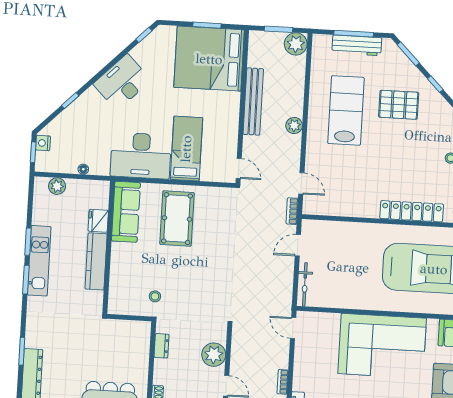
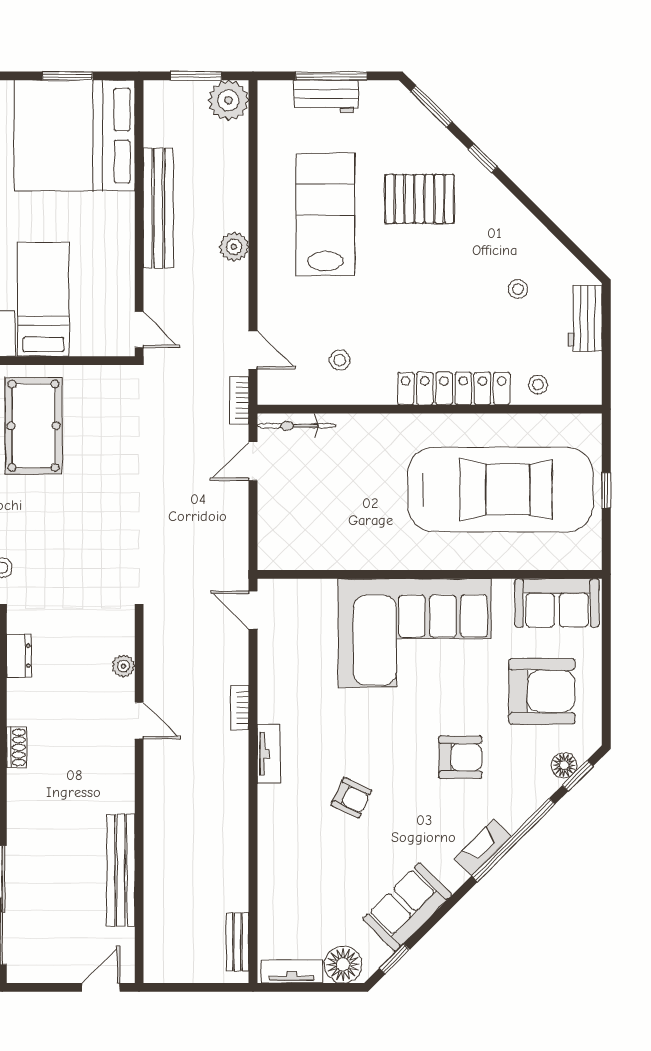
workbench: (357, 45) -> (326, 97), width x0.73
stool: (349, 192) -> (340, 360), added
bicycle: (305, 284) -> (297, 426), moved, turned 90
plant: (214, 355) -> (123, 666), width x0.53, depth x0.53

